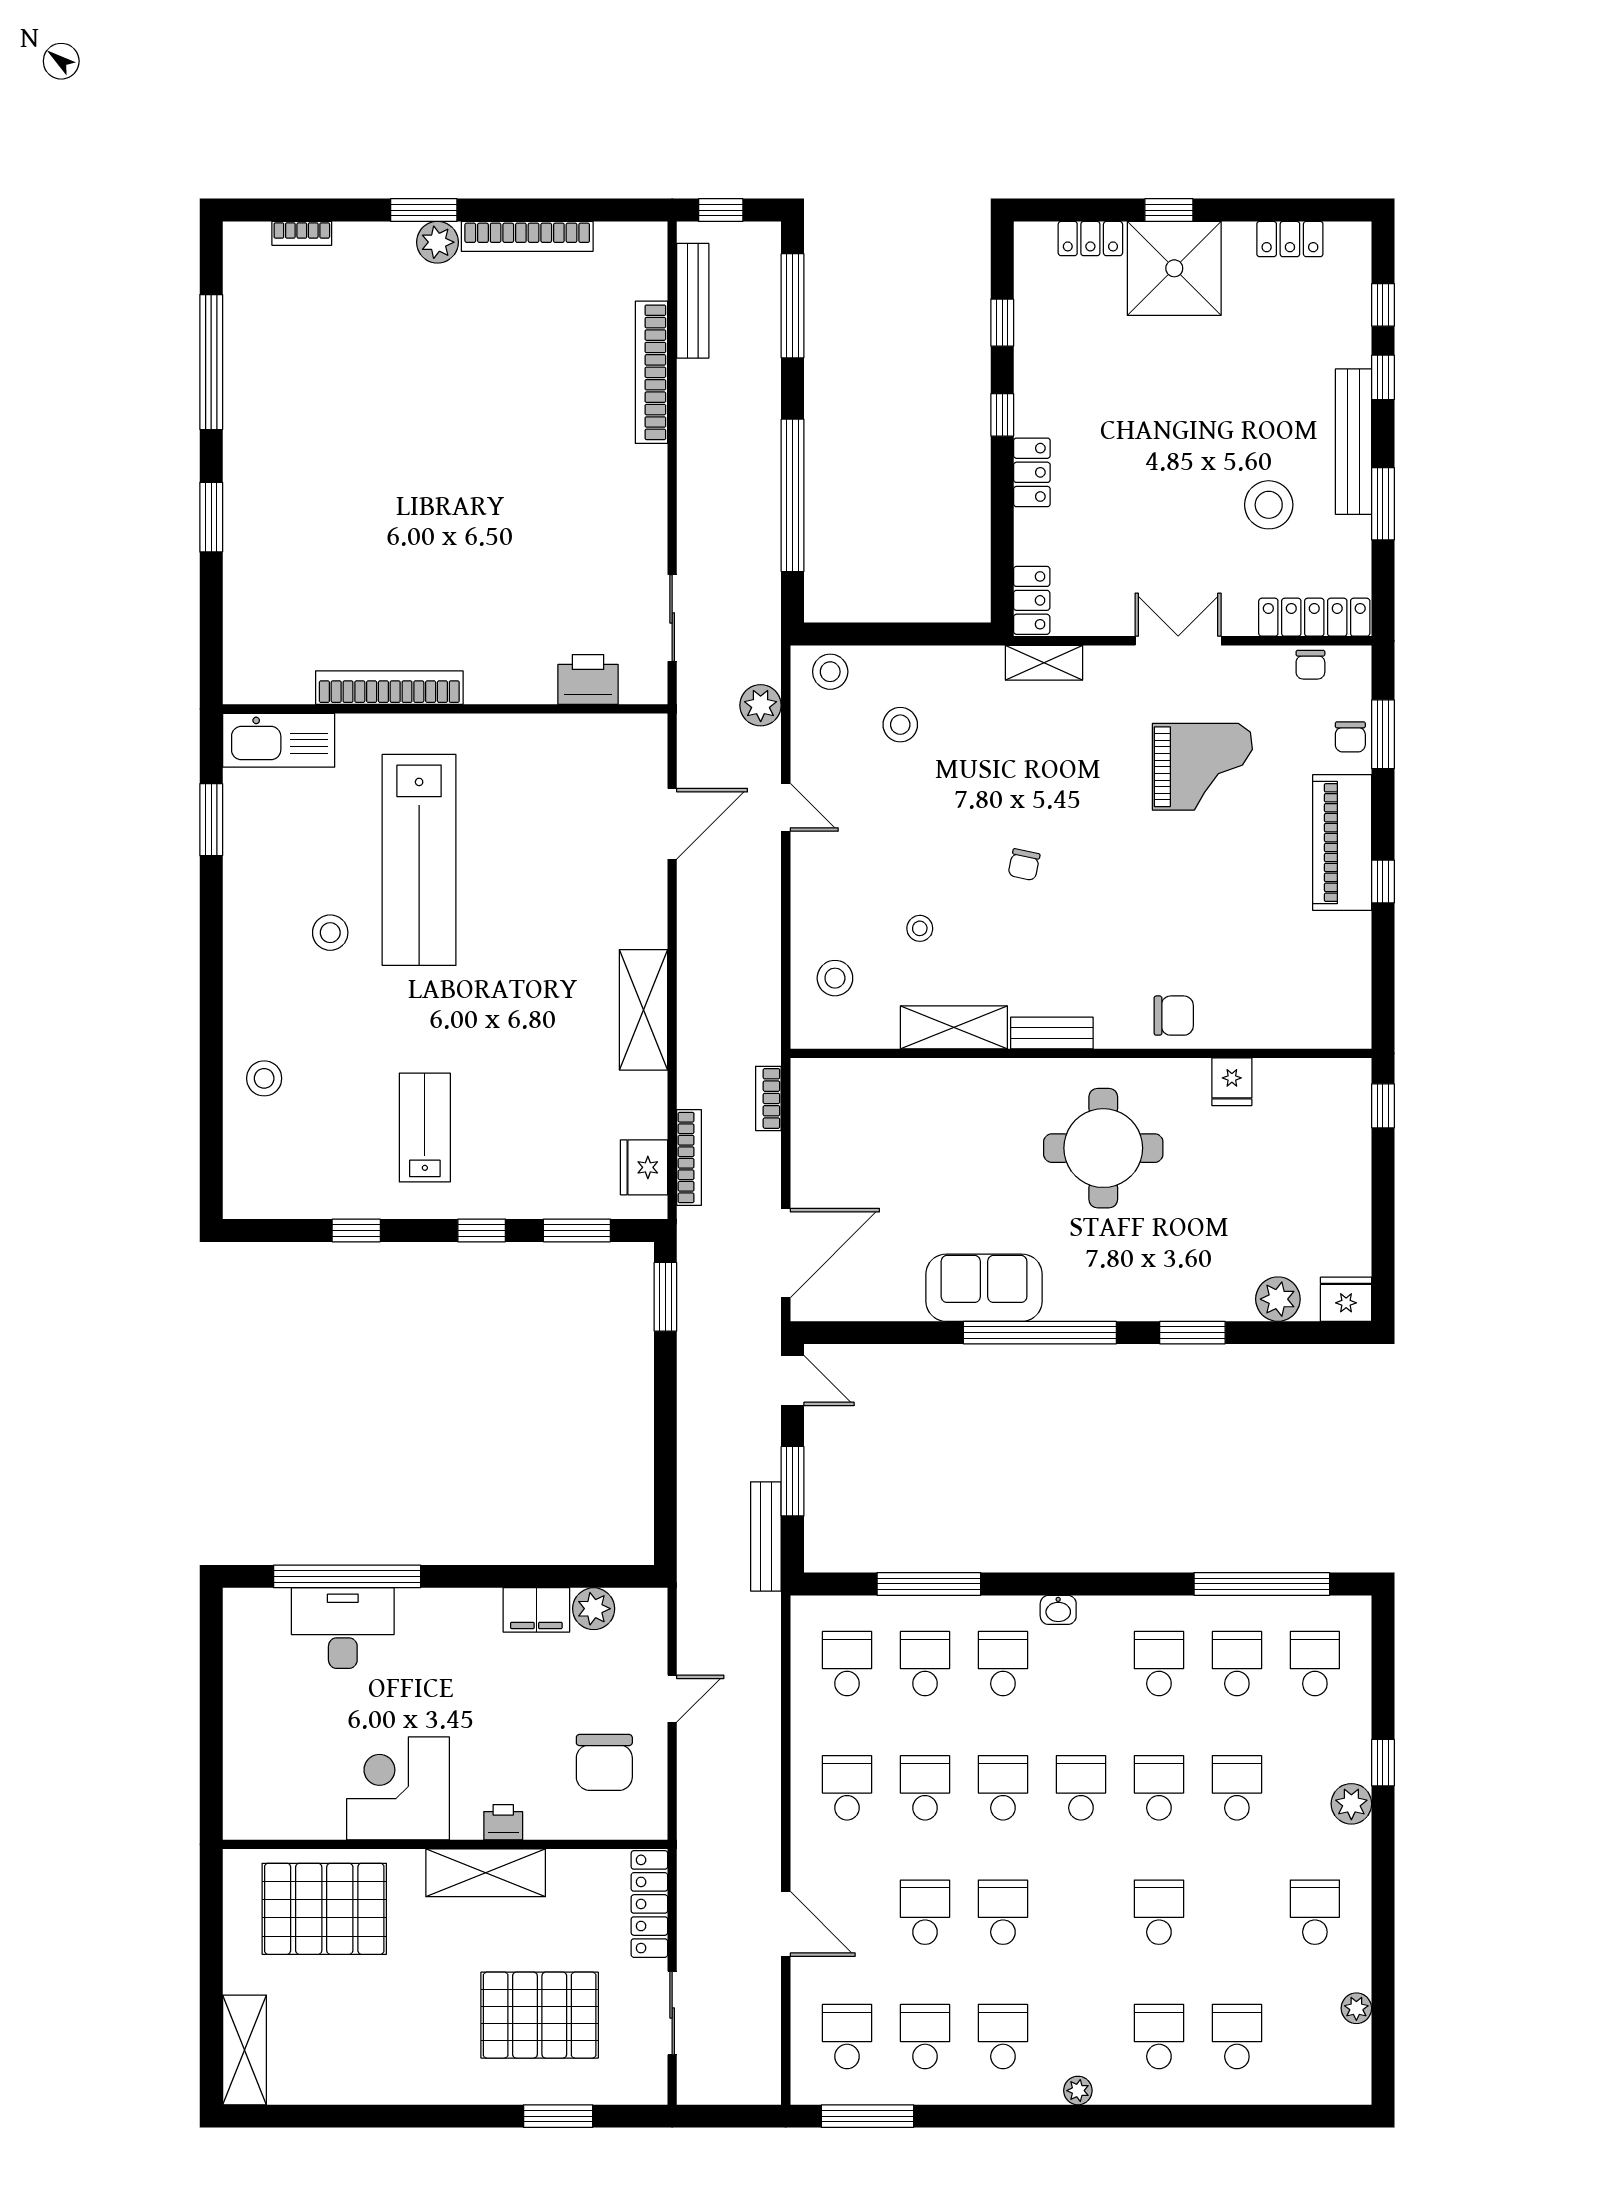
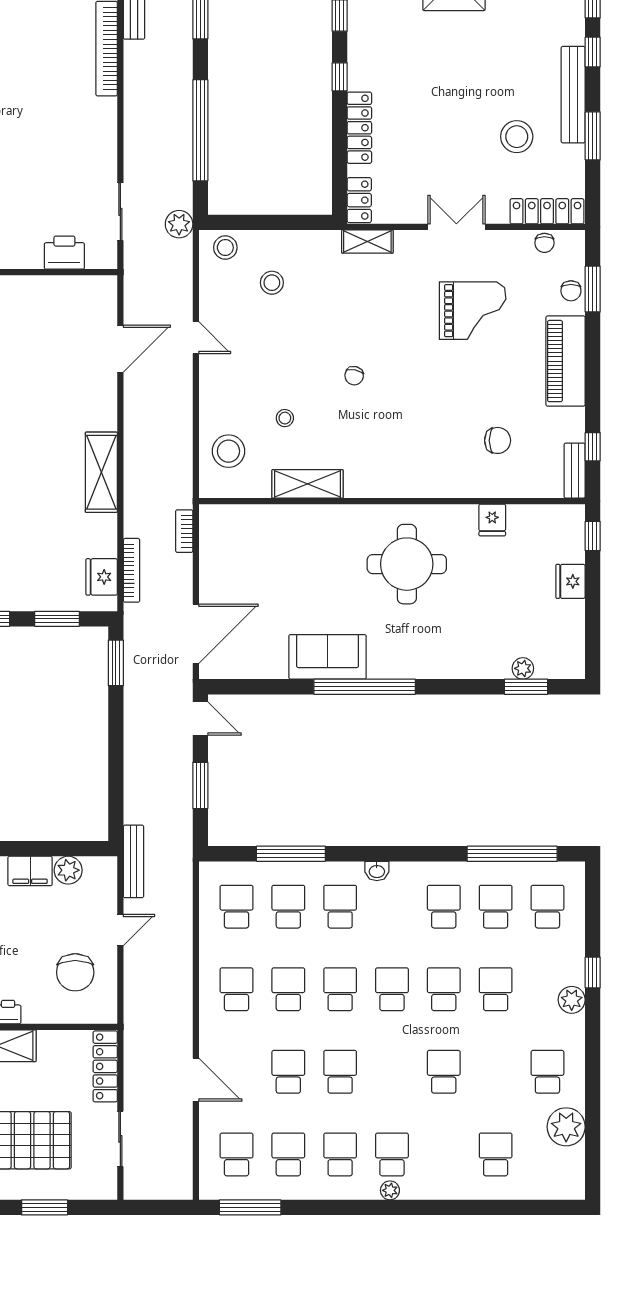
locker: (1032, 472) -> (359, 128), width x1.53
plant: (761, 705) -> (179, 224), moved
window: (1383, 881) -> (593, 447), moved
stool: (835, 978) -> (228, 451), width x1.38, depth x1.38
chair: (1174, 1016) -> (498, 440), moved
bench: (1052, 1033) -> (575, 471), moved, turned 90
plant: (1278, 1299) -> (523, 668), width x0.73, depth x0.73
fridge: (1346, 1299) -> (570, 581), moved, turned -90
window: (1192, 1333) -> (526, 687), moved
bench: (766, 1536) -> (134, 861), moved
plant: (1356, 2008) -> (566, 1127), width x1.87, depth x1.87
school desk: (1159, 2037) -> (392, 1154), moved

